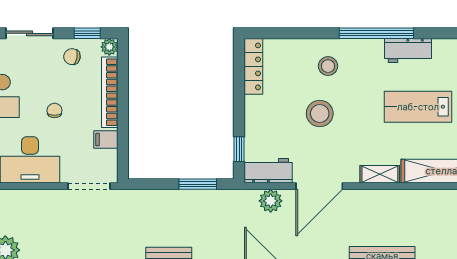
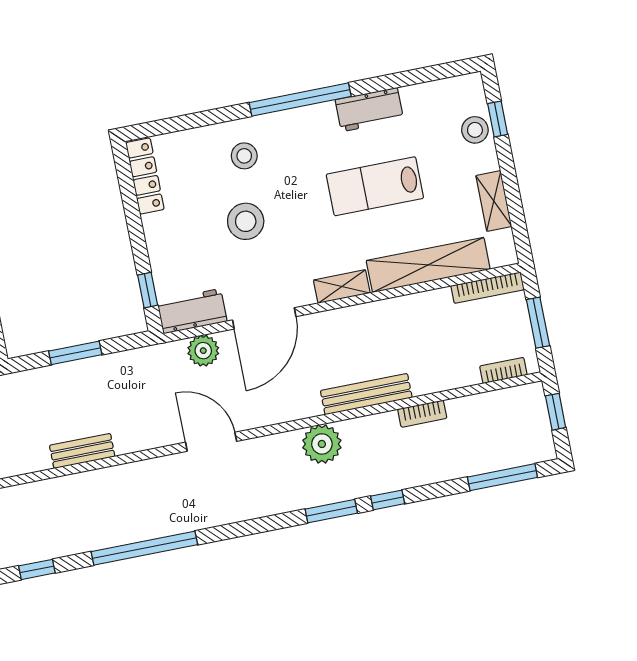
workbench: (408, 51) -> (369, 110), moved
window: (198, 184) -> (75, 353), moved

